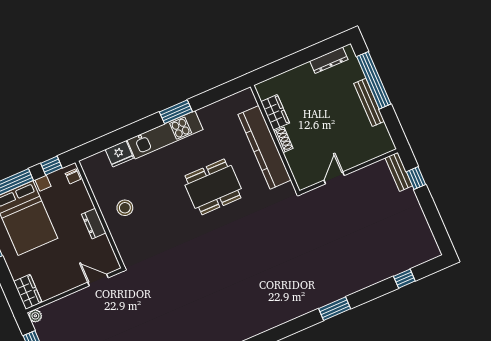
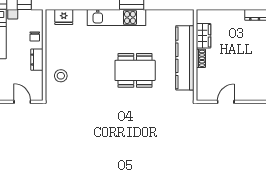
fridge: (119, 154) -> (64, 17), moved
chair: (73, 176) -> (35, 36), moved
stool: (125, 208) -> (61, 76), moved

